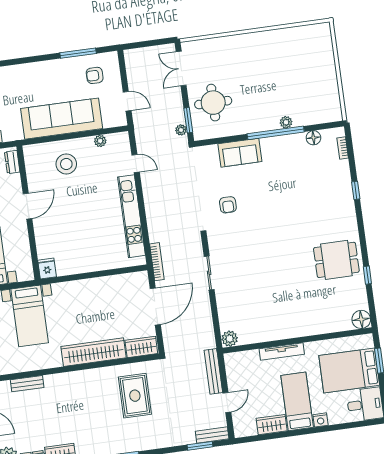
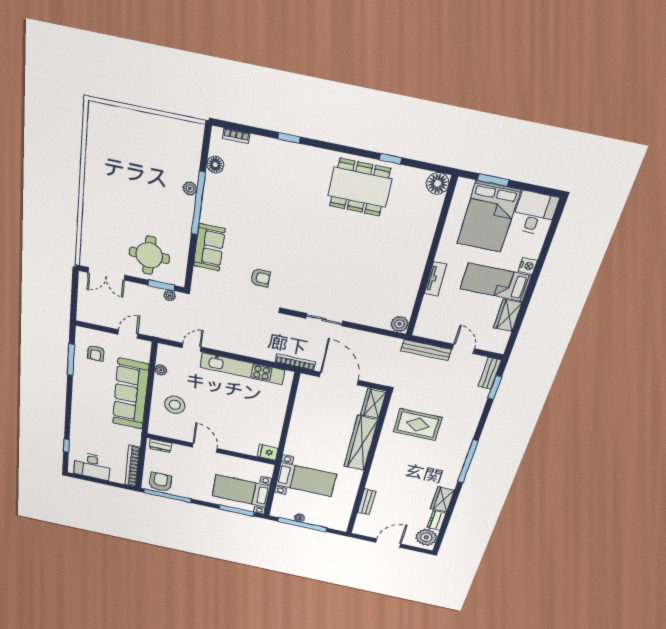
dining table: (336, 260) -> (360, 187), width x1.38
tv unit: (282, 351) -> (436, 279), width x0.71

